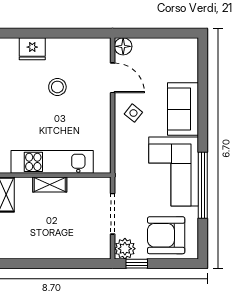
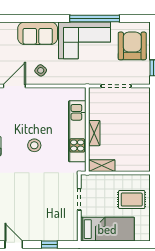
stool: (57, 87) -> (34, 145), moved
armchair: (166, 235) -> (132, 46), turned 180
plant: (125, 249) -> (142, 77), removed

